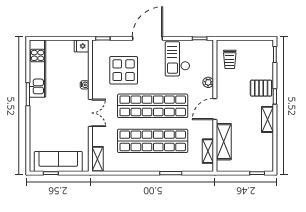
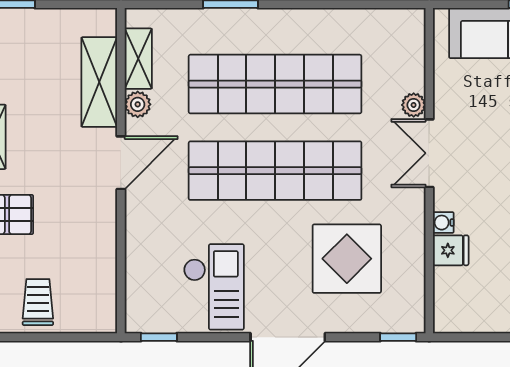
fridge: (82, 46) -> (451, 250), moved
trolley: (230, 59) -> (38, 302), moved
plant: (208, 82) -> (138, 104), moved
plant: (97, 132) -> (414, 105), added
shelving: (97, 159) -> (411, 39), removed

